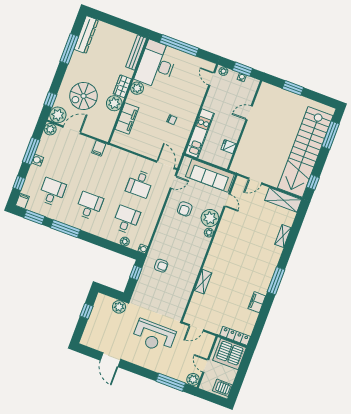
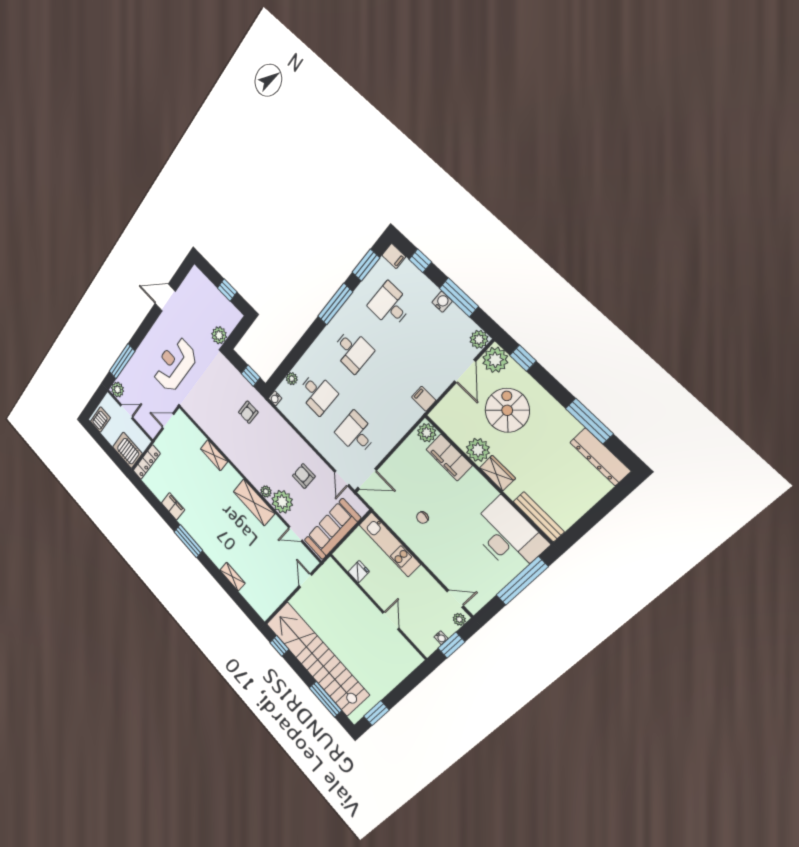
plant: (137, 88) -> (427, 433), moved
window: (293, 88) -> (376, 713), moved
desk: (52, 192) -> (390, 305), turned 180
shelving: (283, 200) -> (254, 502), moved, turned 90
door: (196, 328) -> (168, 421), hinge flipped
server rack: (229, 354) -> (127, 450), width x0.63

